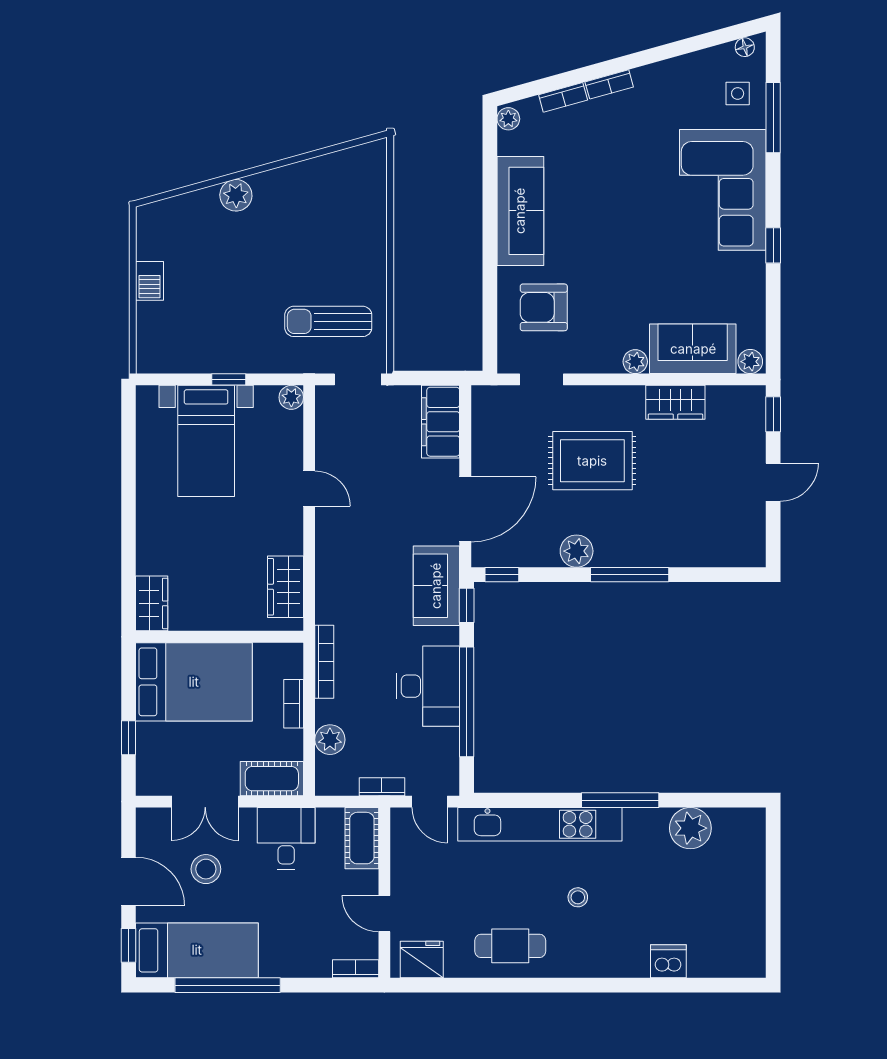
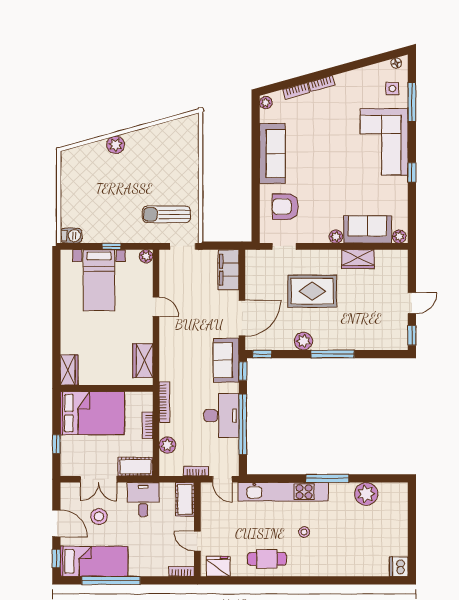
barbecue: (150, 281) -> (71, 236), moved, turned -90
window: (773, 414) -> (412, 335), moved
dishwasher: (668, 961) -> (399, 567), moved, turned -90

